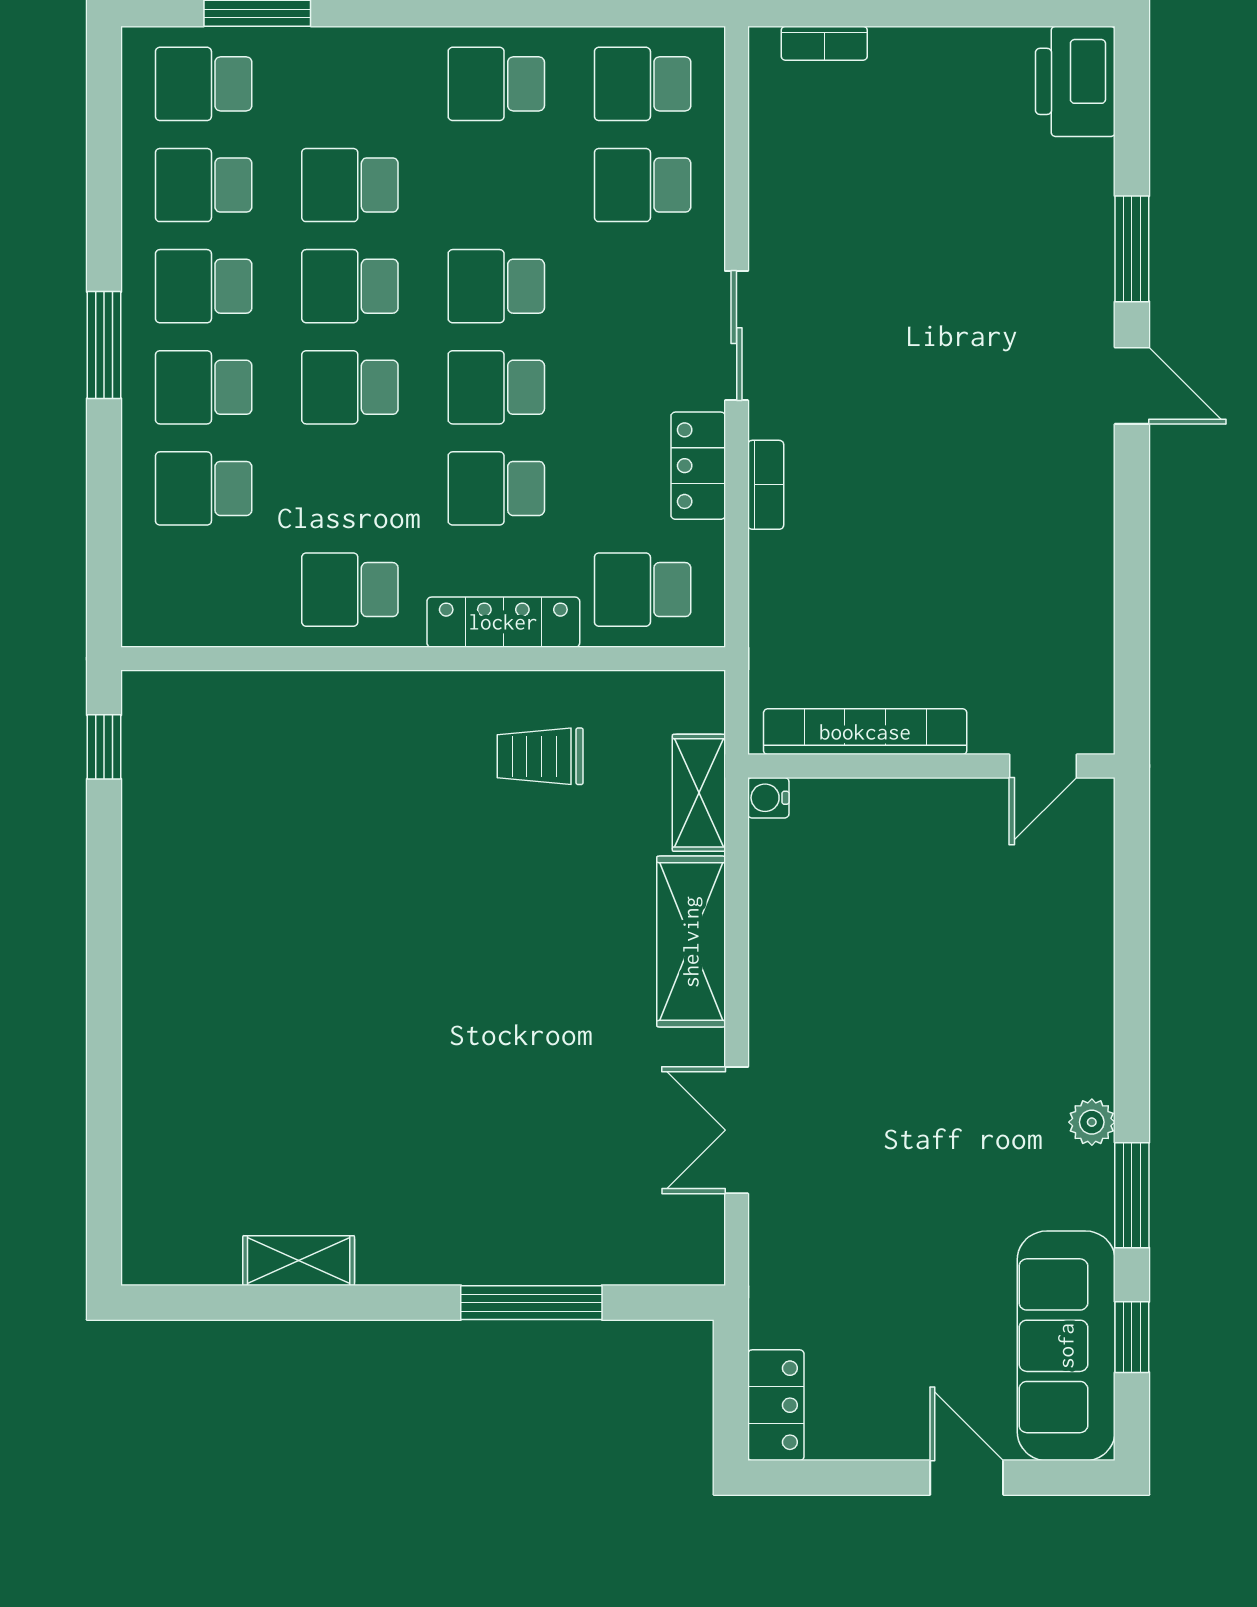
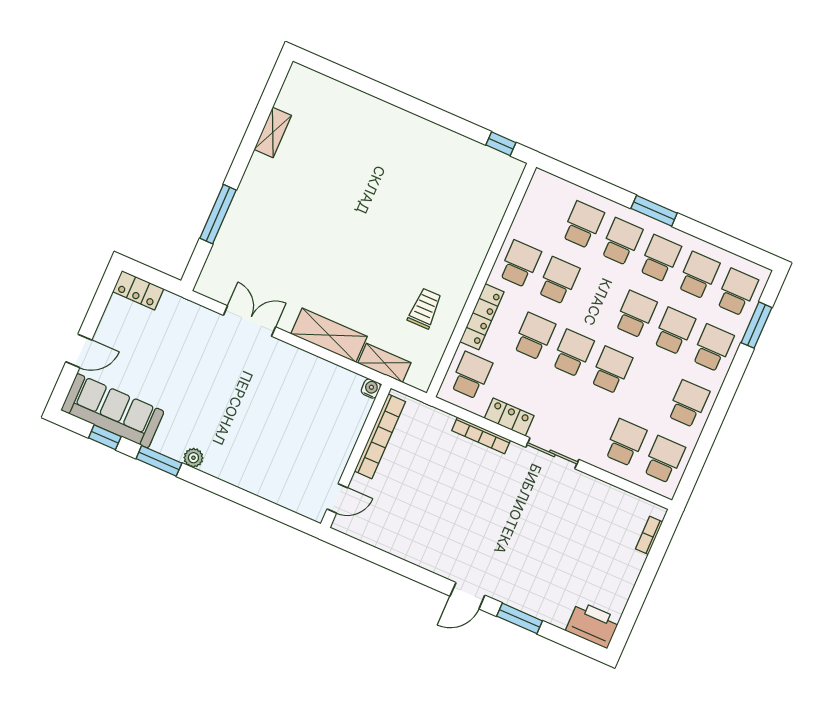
school desk: (350, 84) -> (713, 348), added
school desk: (350, 387) -> (558, 281), moved
bookcase: (766, 485) -> (481, 435), width x1.56
door: (1043, 766) -> (337, 498), swing flipped

